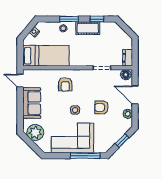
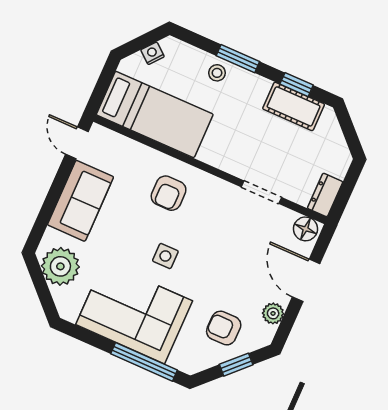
cot: (88, 28) -> (294, 106), moved
armchair: (101, 107) -> (224, 328), moved

